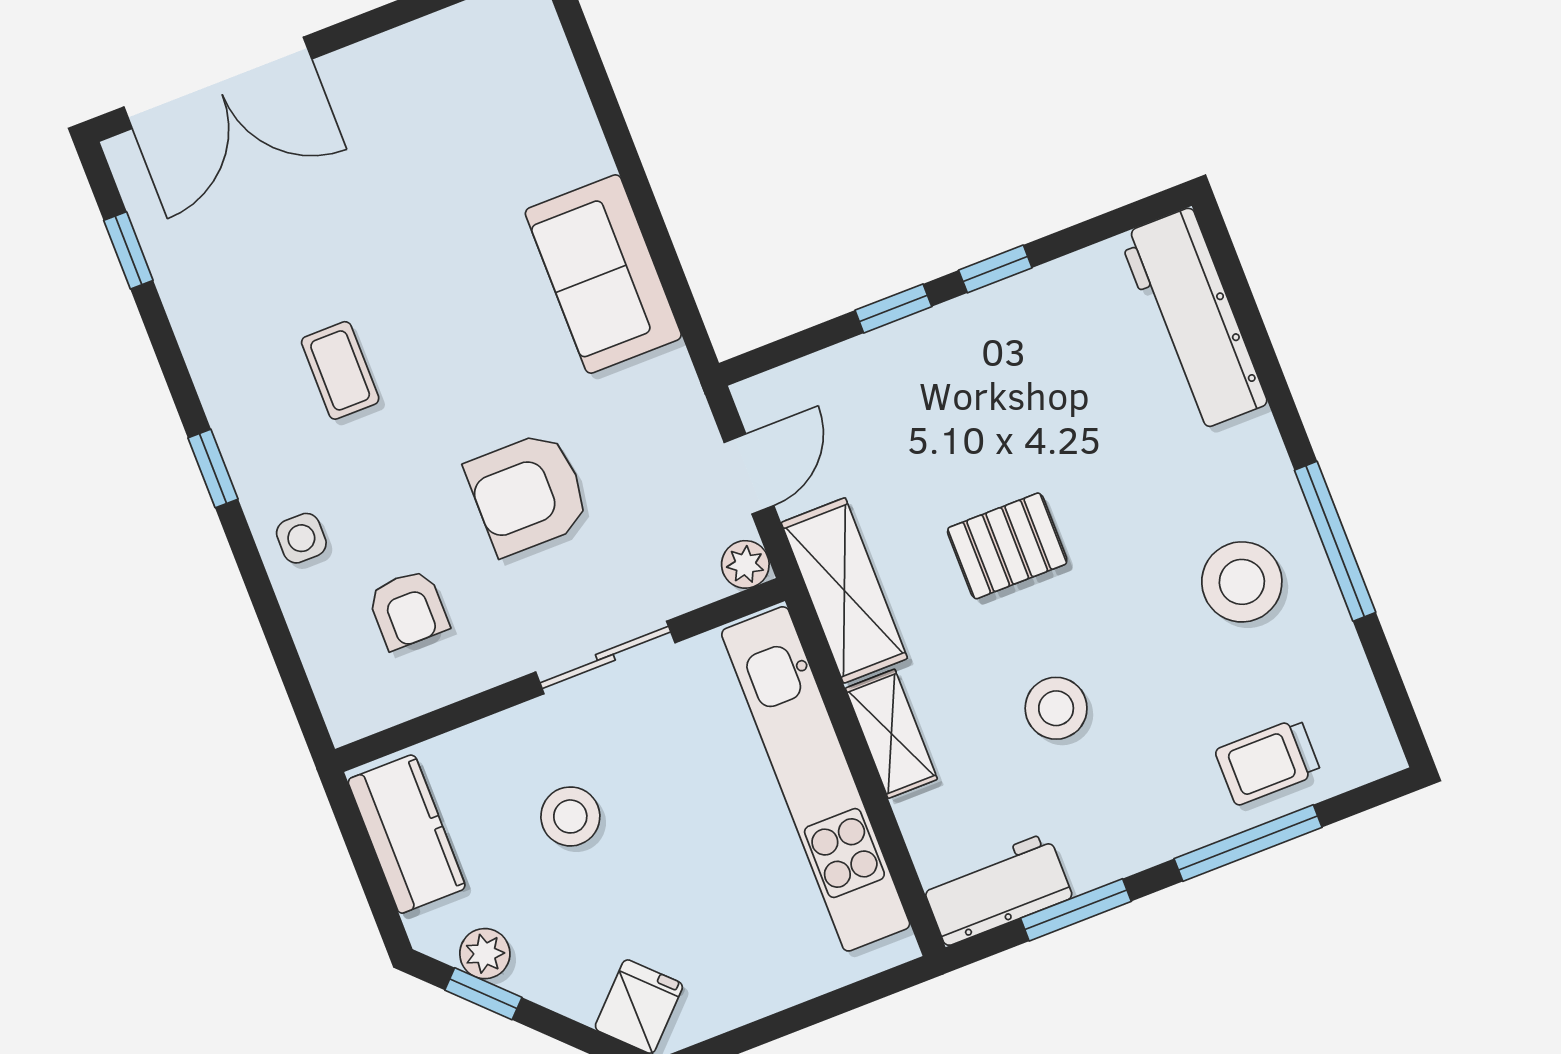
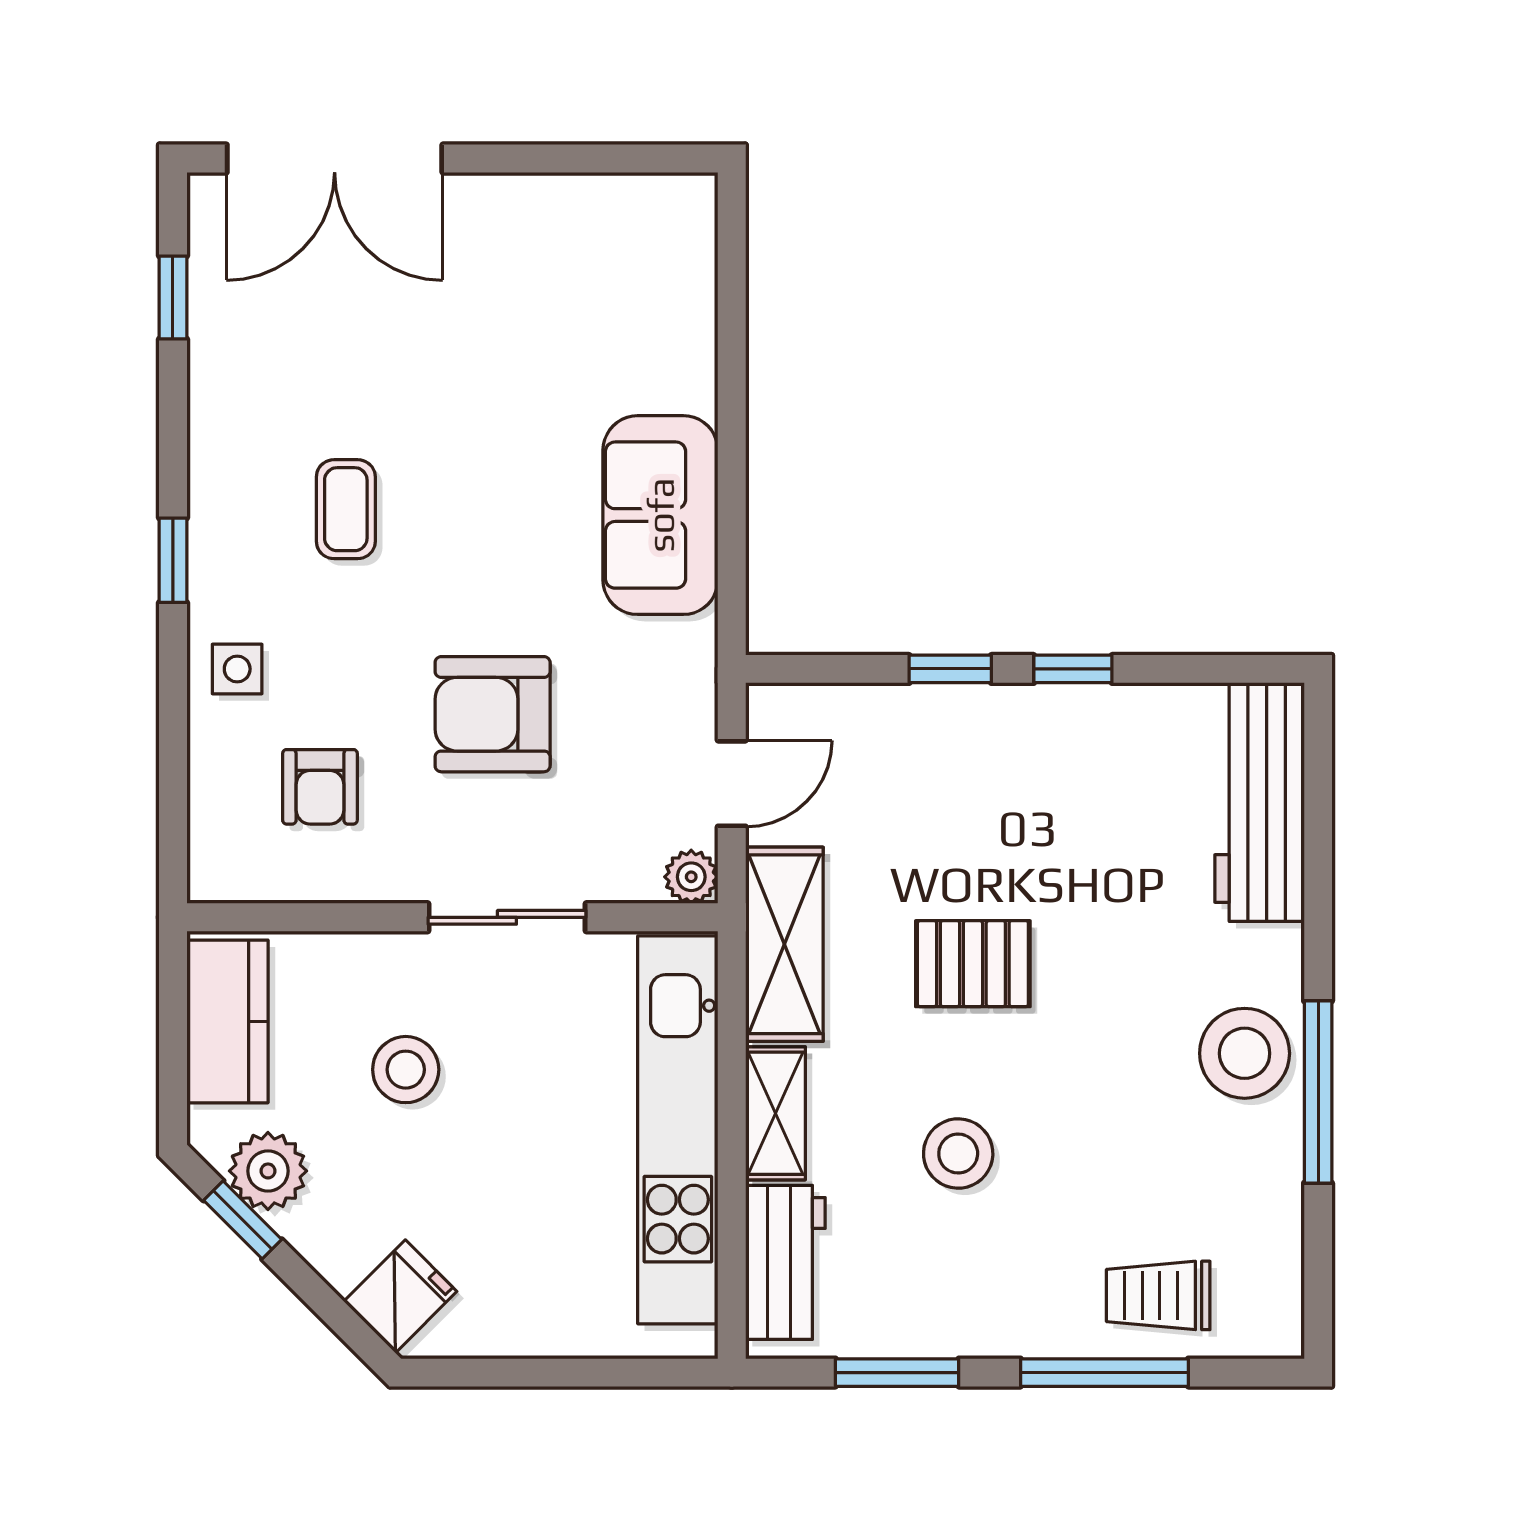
stool: (1242, 582) -> (1245, 1053), moved
workbench: (997, 889) -> (785, 1262), moved, turned 90
plant: (485, 954) -> (268, 1171), width x1.38, depth x1.38

